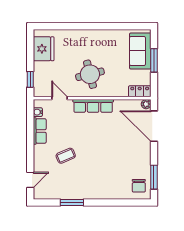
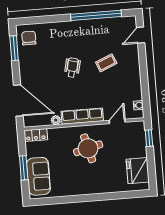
door: (60, 98) -> (117, 121), swing flipped
plant: (146, 104) -> (56, 120), moved
row of seats: (40, 131) -> (135, 86), removed
wheelchair: (99, 154) -> (72, 68), added
window: (72, 203) -> (96, 15), width x2.11

